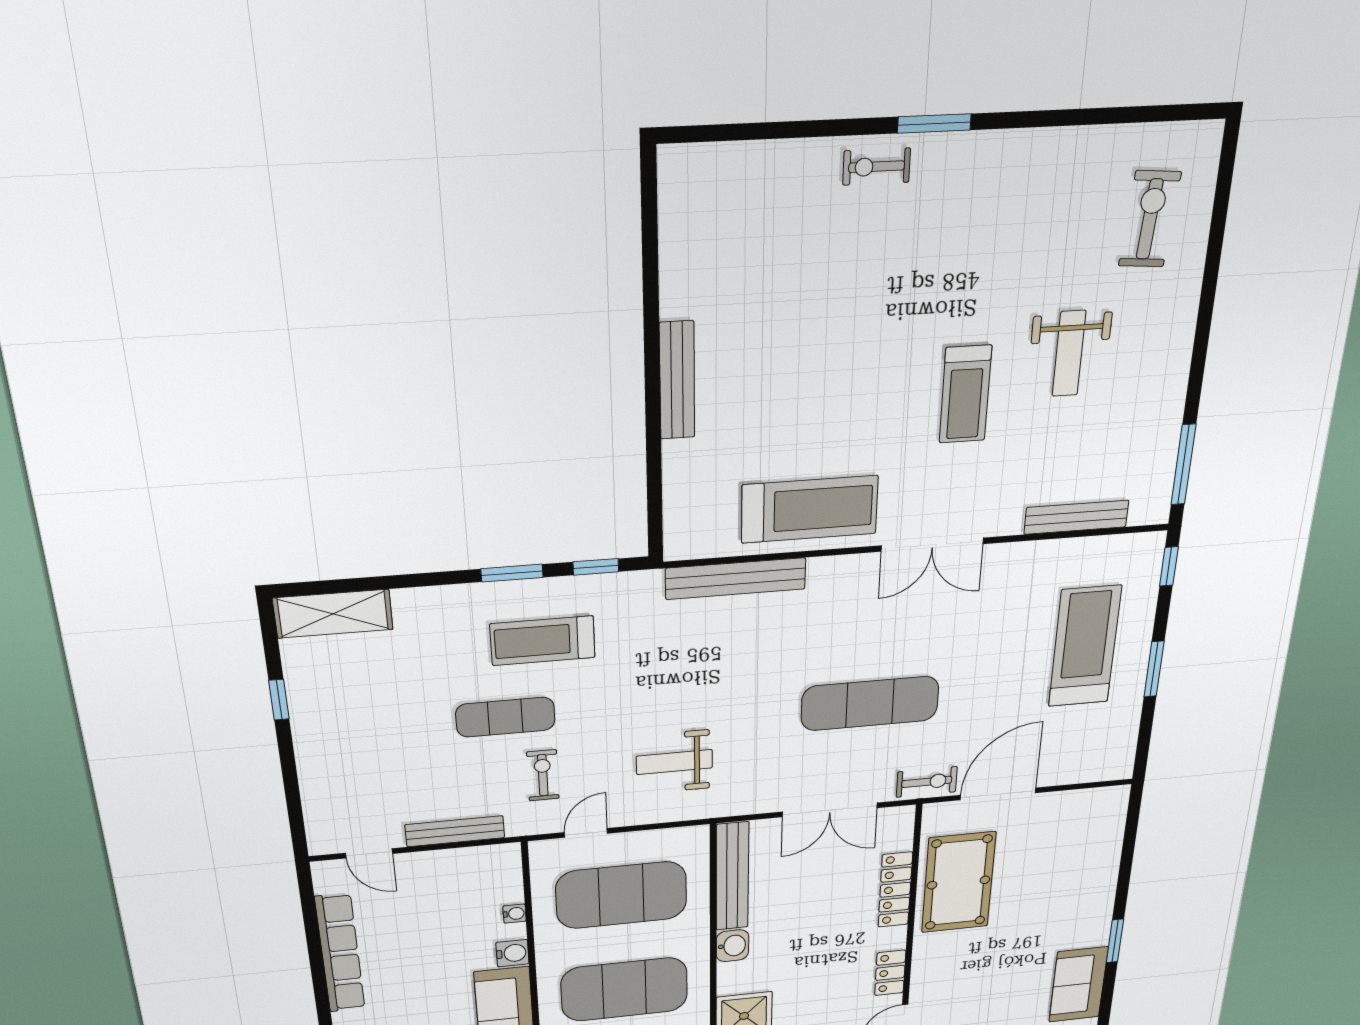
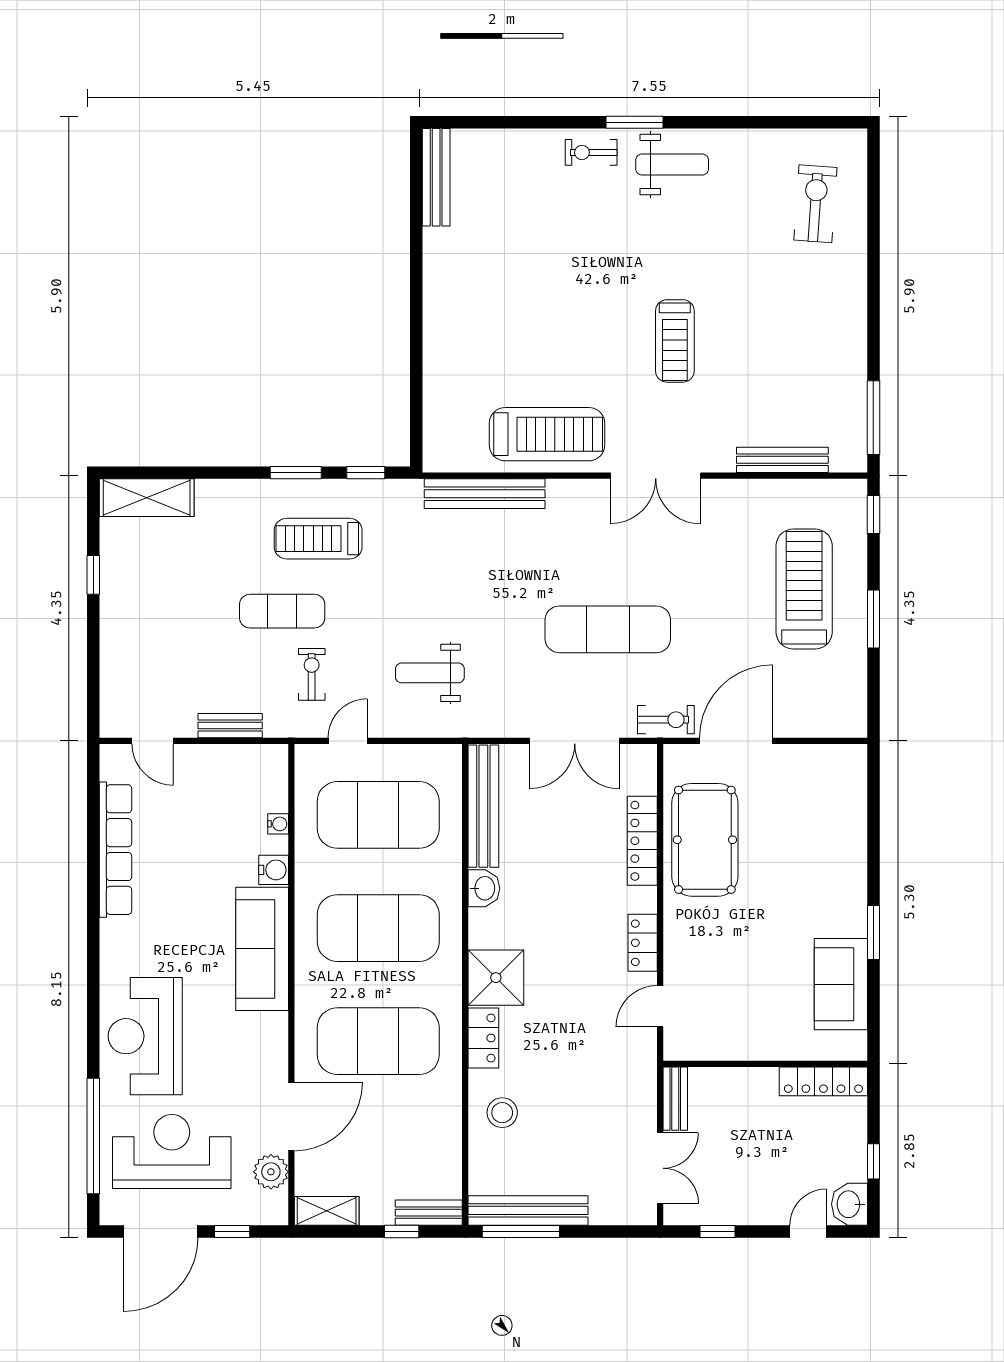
weight bench: (1069, 354) -> (672, 164), moved, turned -90
bench: (677, 381) -> (436, 177), moved
bench: (455, 831) -> (230, 726), width x0.73

